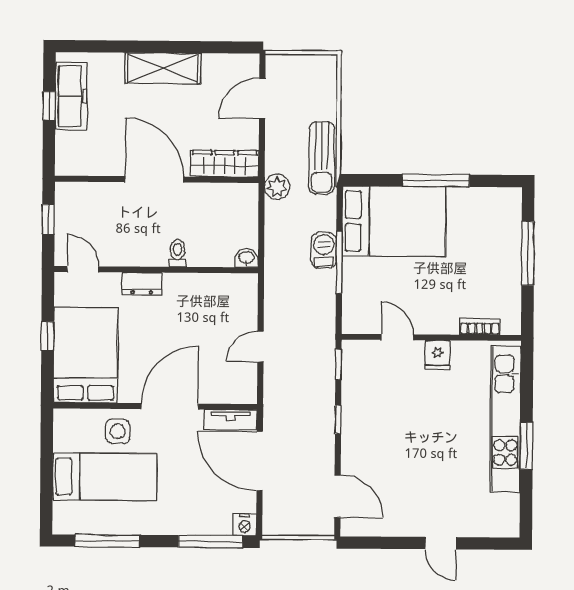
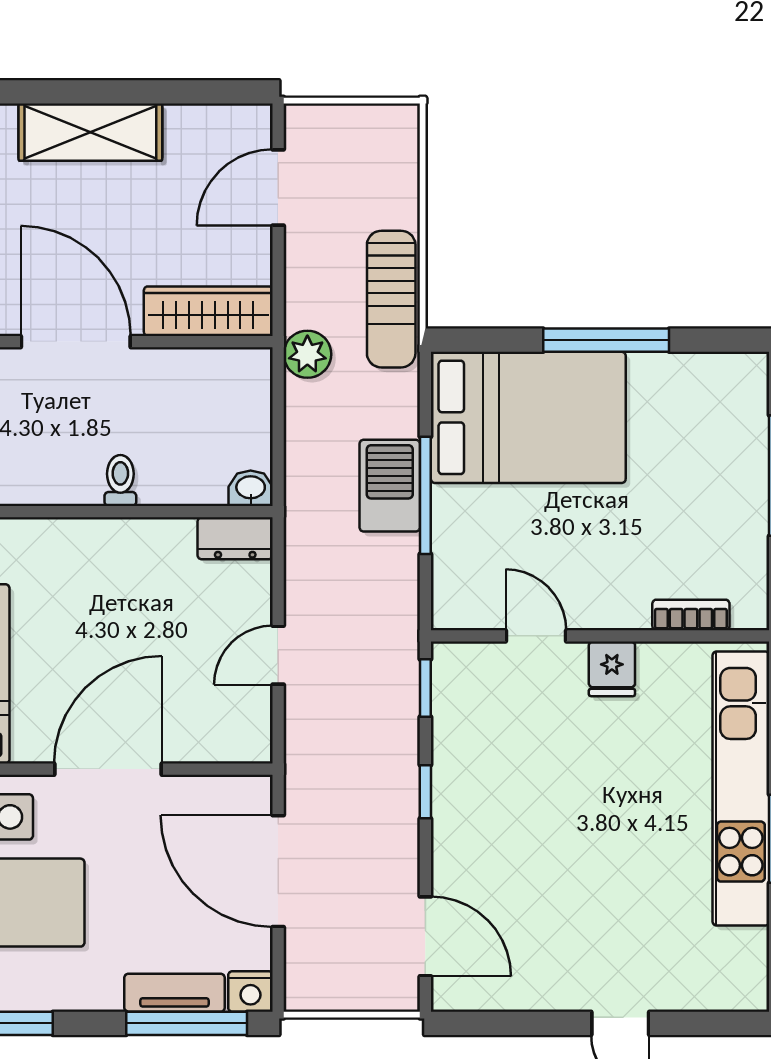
barbecue: (324, 250) -> (390, 486), width x1.38, depth x1.27
dresser: (142, 284) -> (235, 538), moved
tv unit: (230, 420) -> (175, 993), moved, turned 180

